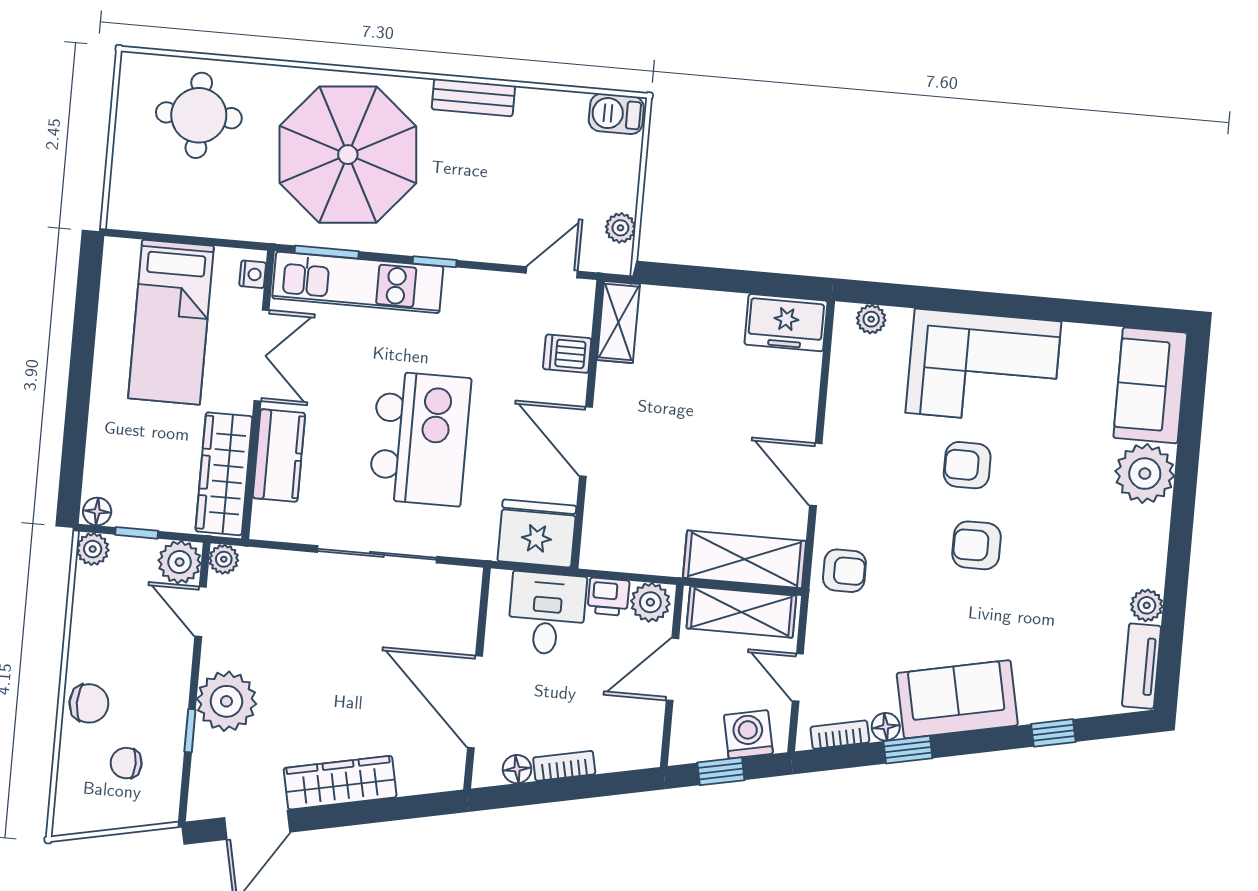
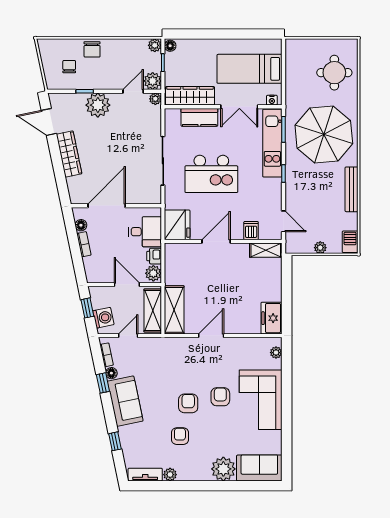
bench: (473, 98) -> (351, 189), width x1.36
plant: (620, 228) -> (320, 248), moved
armchair: (844, 571) -> (180, 436), moved, turned 180

